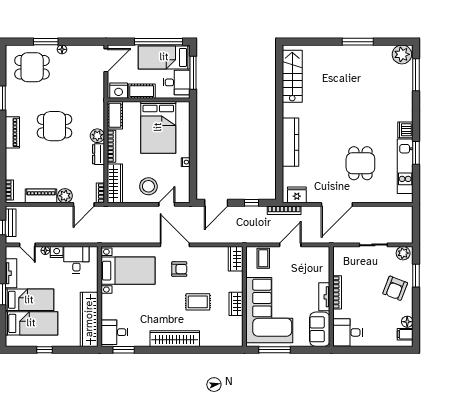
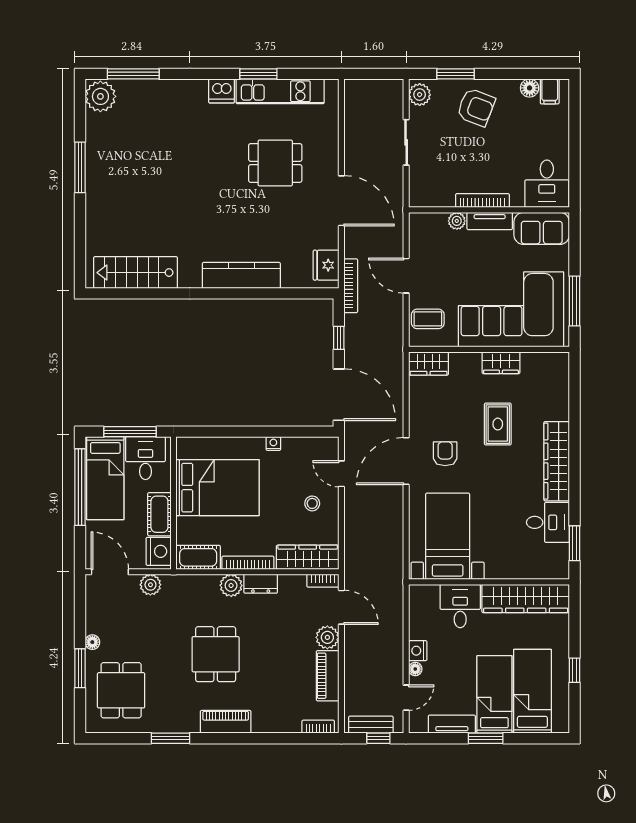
plant: (98, 86) -> (150, 585), added
stool: (148, 186) -> (312, 503), width x0.53, depth x0.53
door: (216, 203) -> (339, 395), width x1.36
desk: (76, 260) -> (460, 606), moved, turned 90
plant: (324, 276) -> (457, 221), added
desk: (114, 332) -> (548, 522), moved, turned -90

